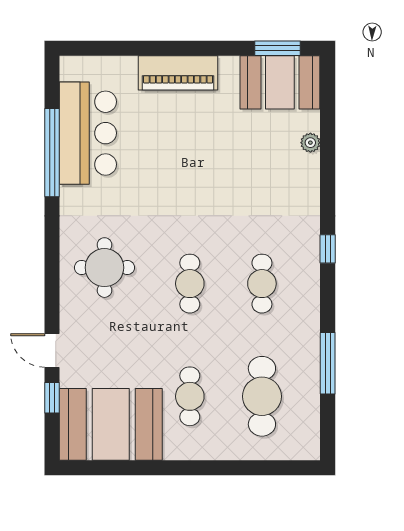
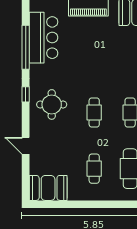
window: (52, 398) -> (26, 94), moved
booth: (111, 424) -> (48, 188), width x0.73, depth x0.70

